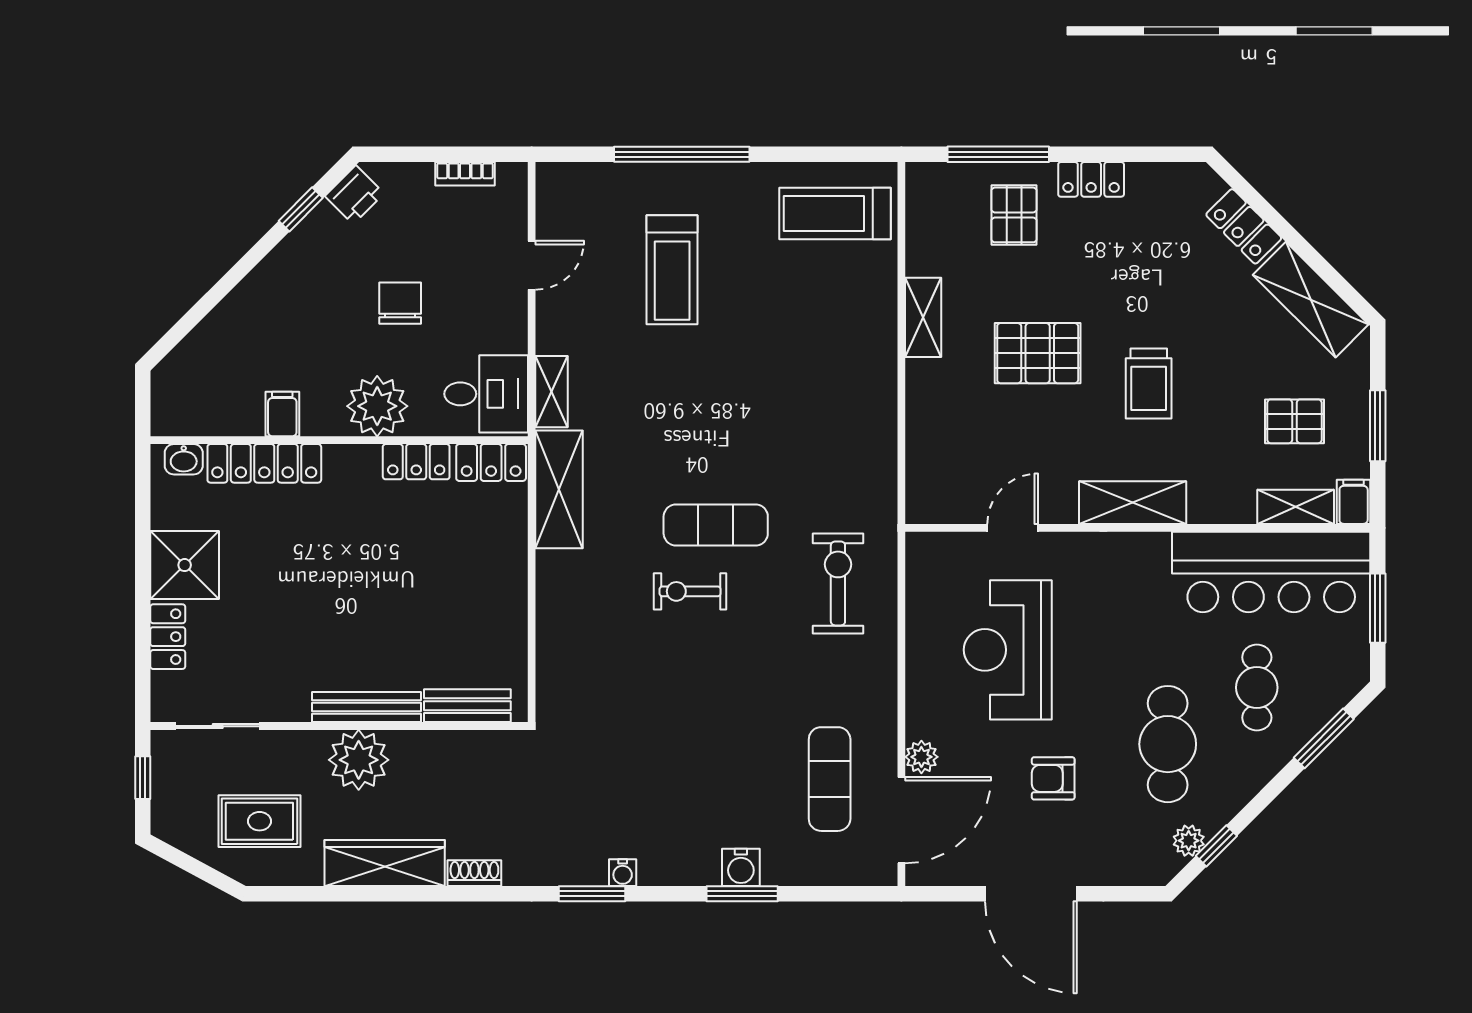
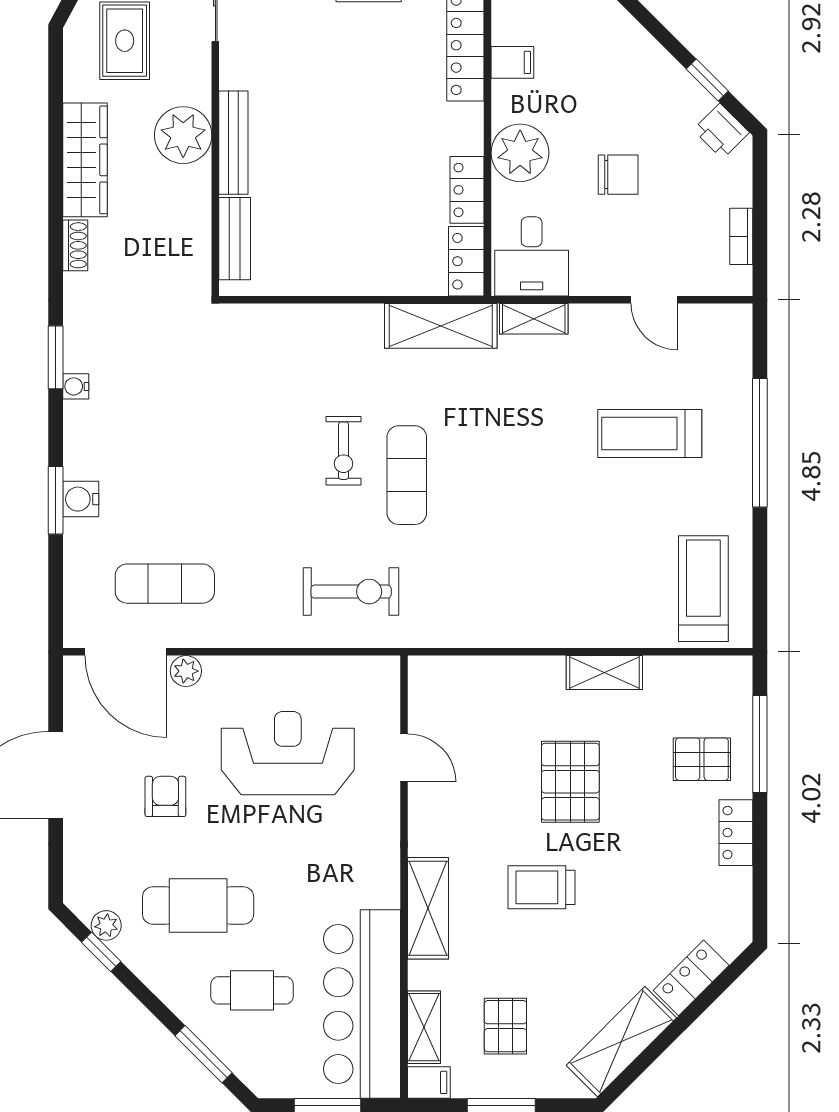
shelving: (1133, 503) -> (428, 908), moved
exercise bike: (690, 591) -> (344, 451), turned 180

